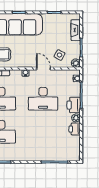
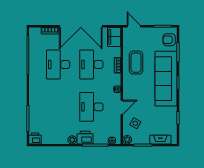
printer: (75, 129) -> (35, 138), moved

